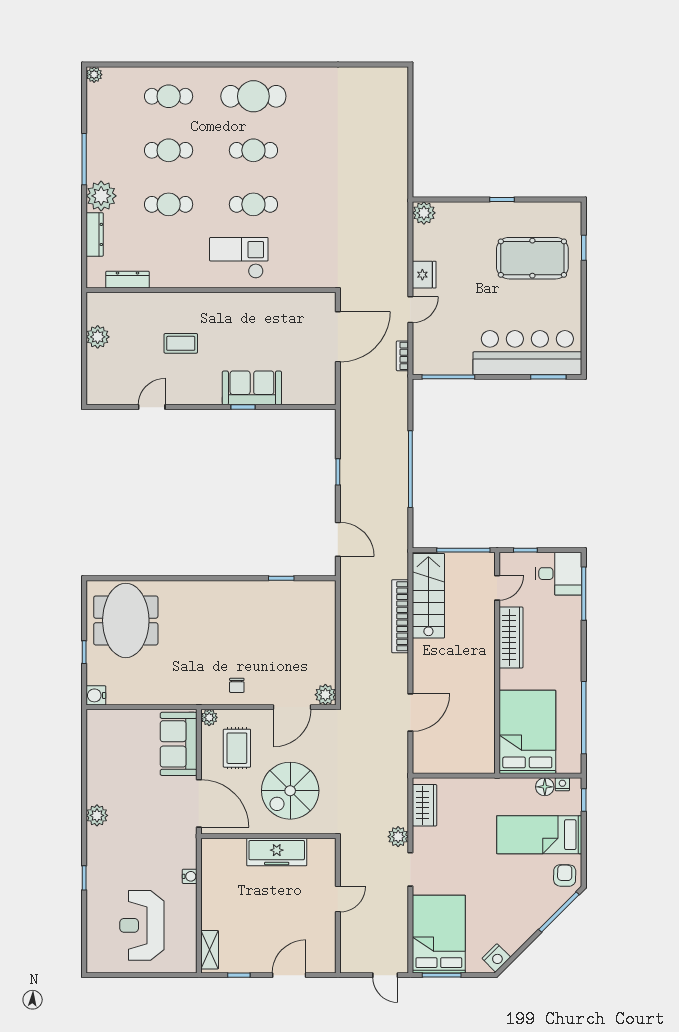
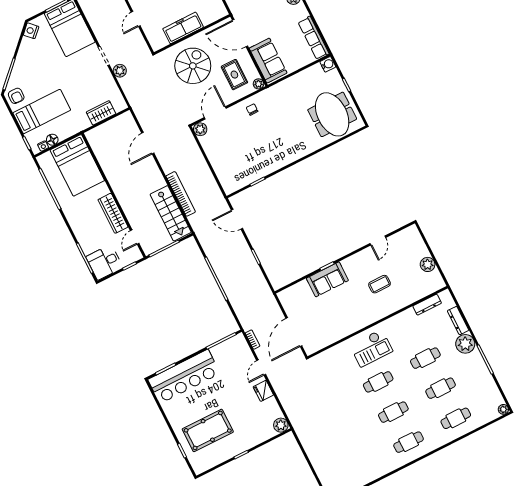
cafe table: (253, 96) -> (409, 442), width x0.73, depth x0.74
row of seats: (97, 743) -> (314, 38), added
wardrobe: (425, 805) -> (101, 113), moved, turned 90

